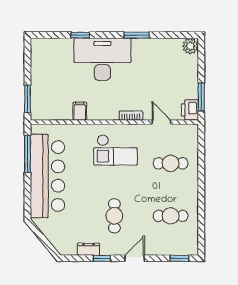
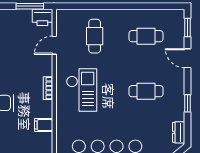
bookcase: (131, 116) -> (48, 88), moved
cafe table: (171, 216) -> (146, 36), turned 90
dresser: (88, 249) -> (179, 132), moved
door: (135, 258) -> (188, 58), moved

